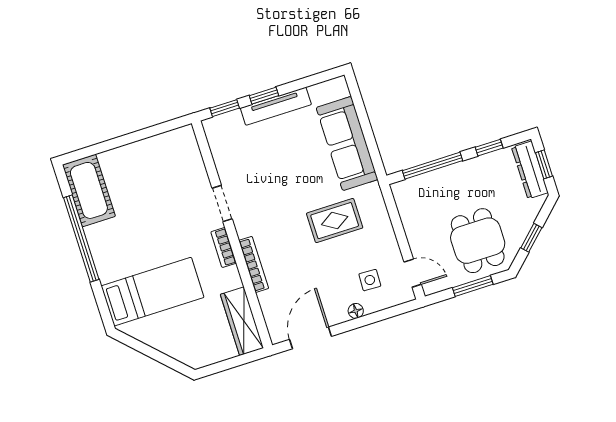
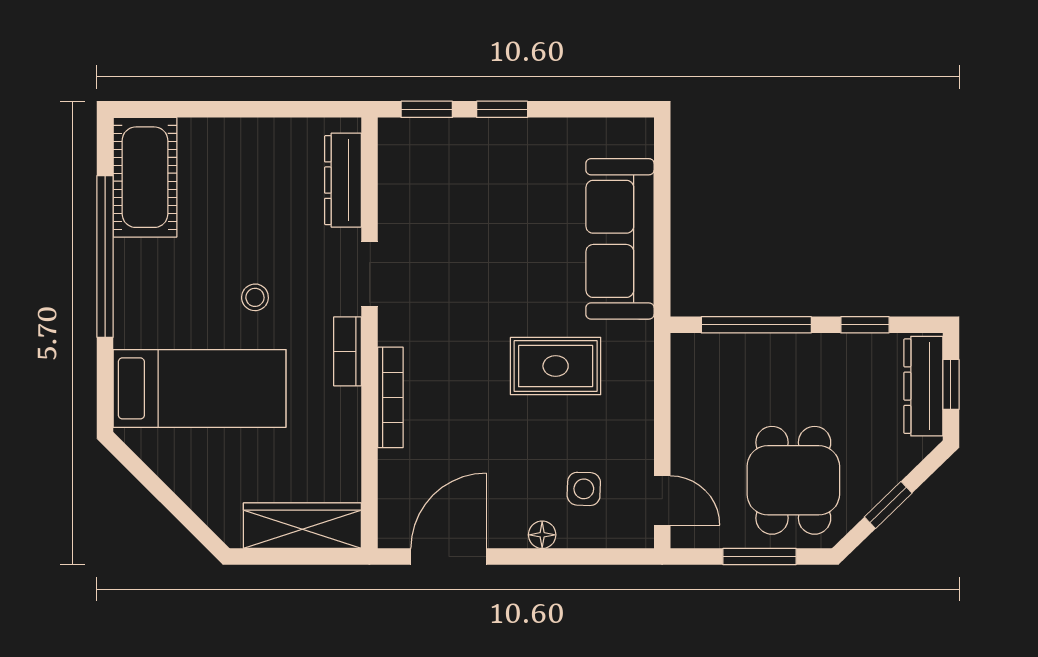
tv unit: (276, 106) -> (517, 134), removed
dresser: (193, 159) -> (343, 180), added
stool: (166, 235) -> (255, 297), added
wardrobe: (242, 321) -> (302, 526), moved, turned 90

